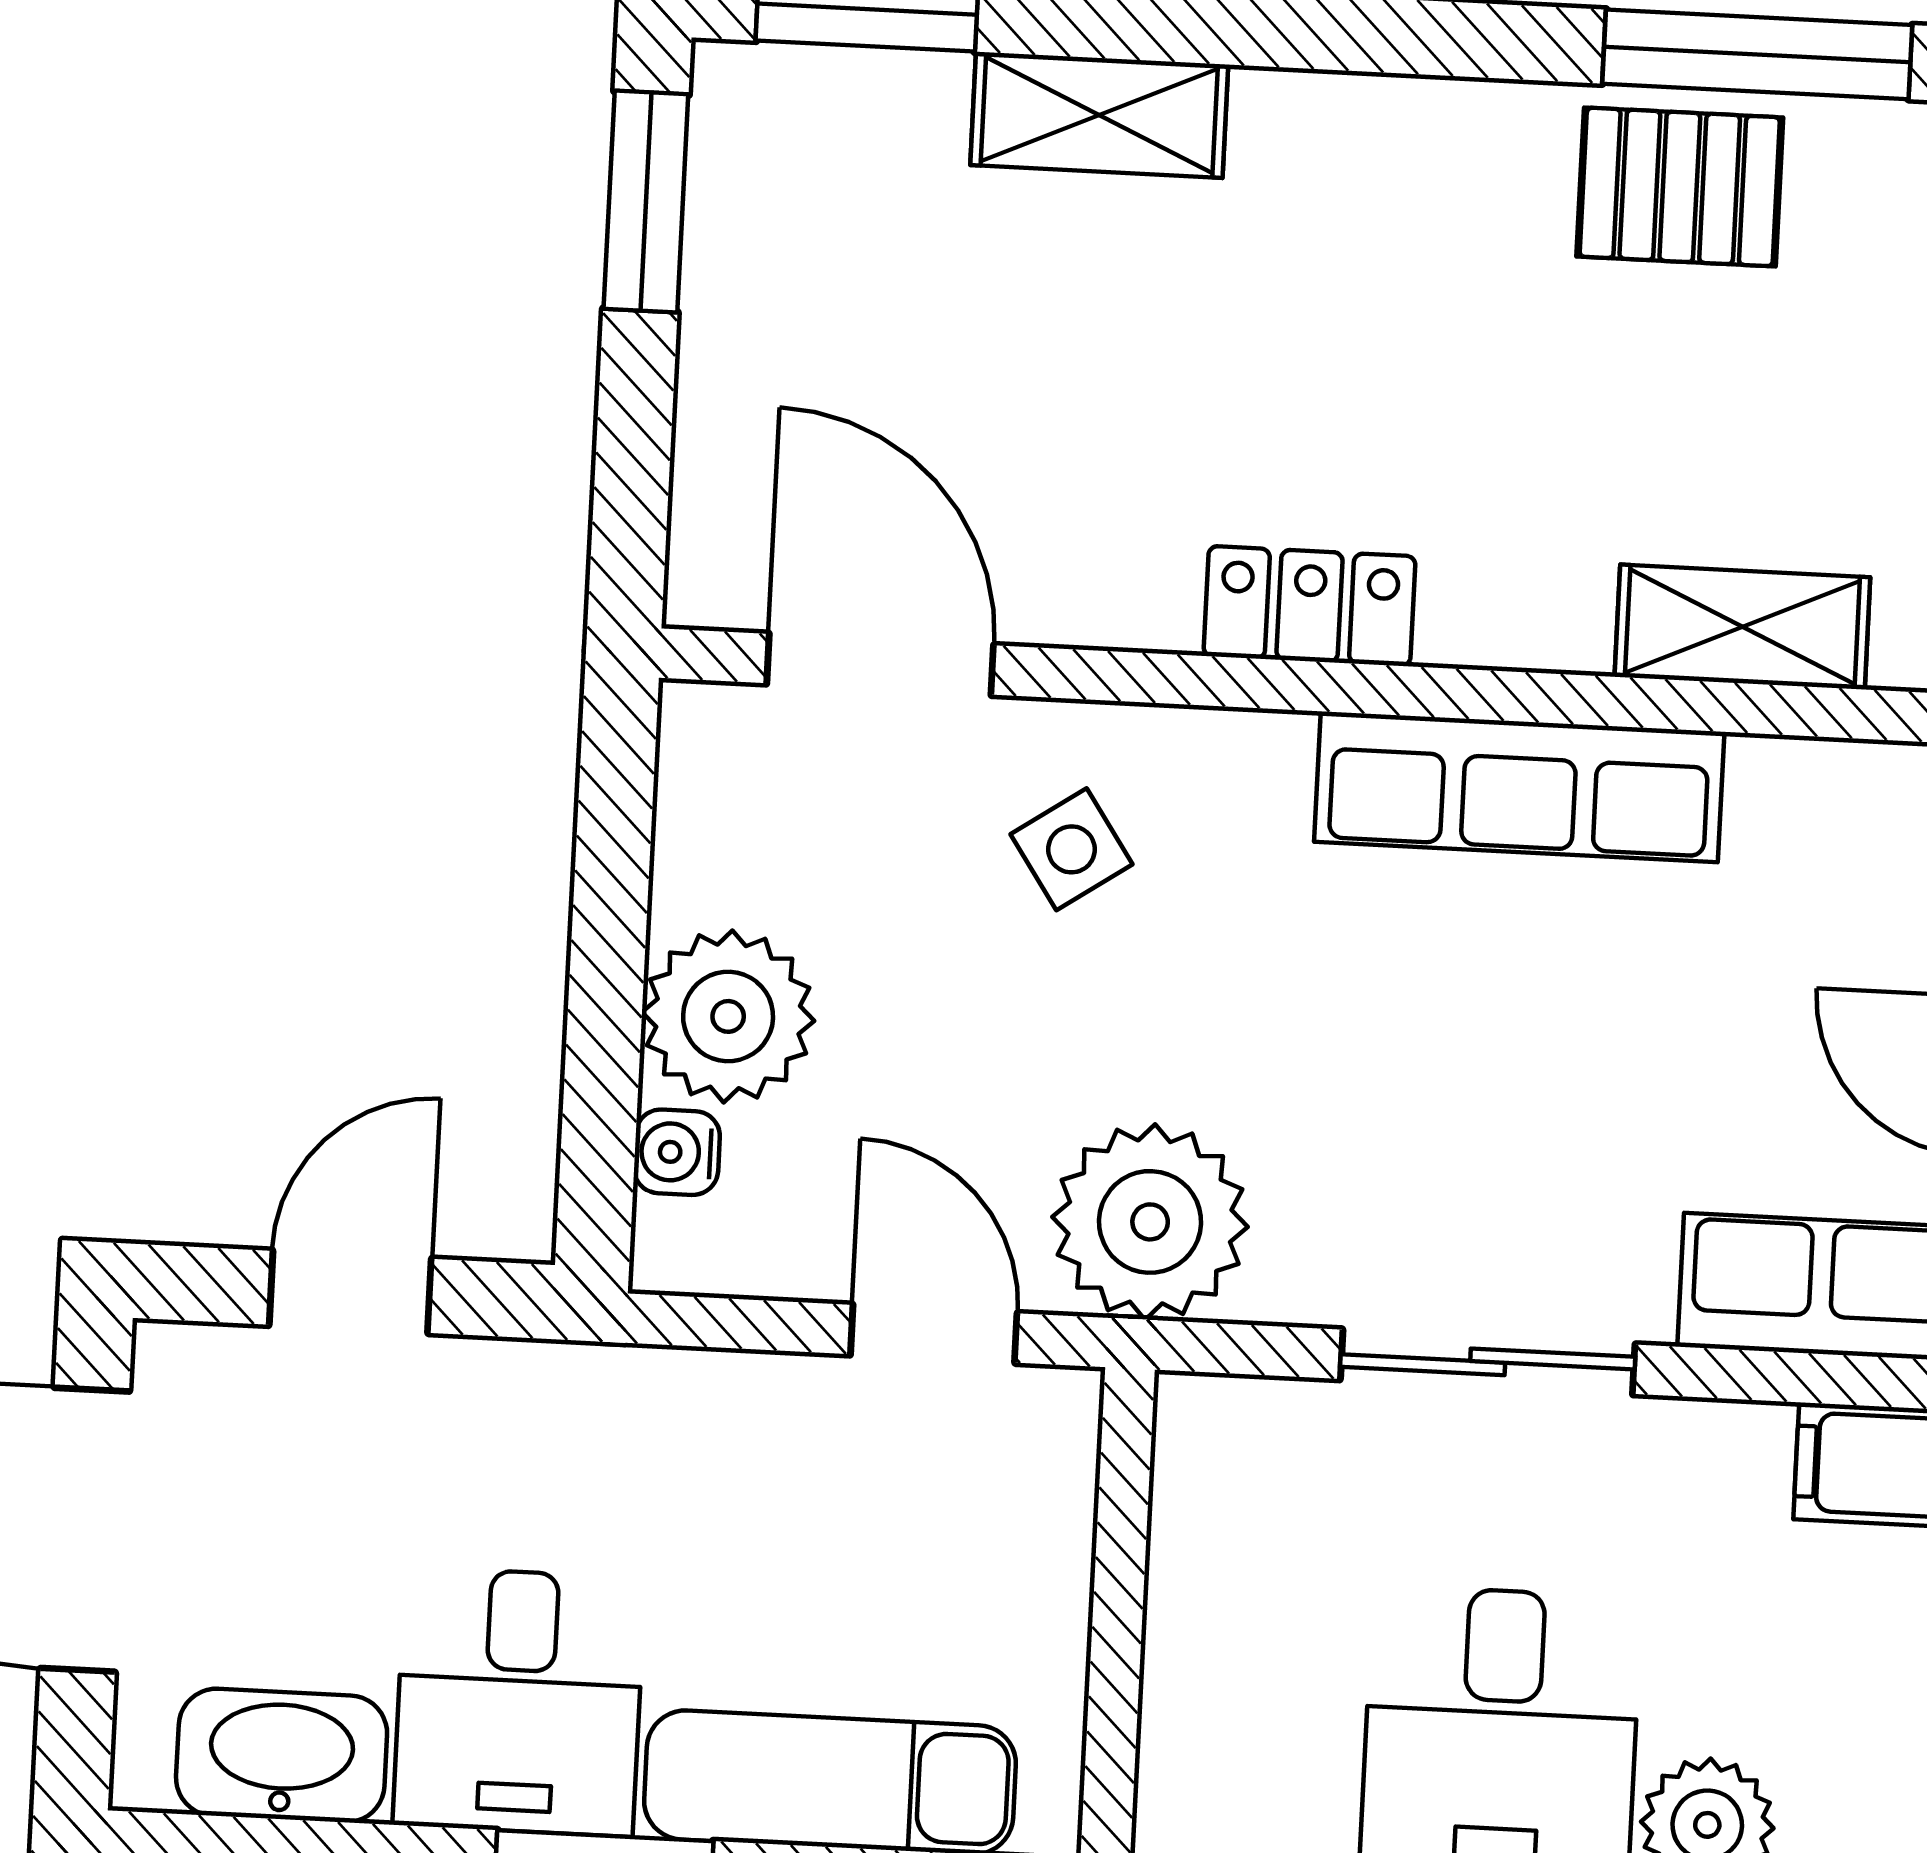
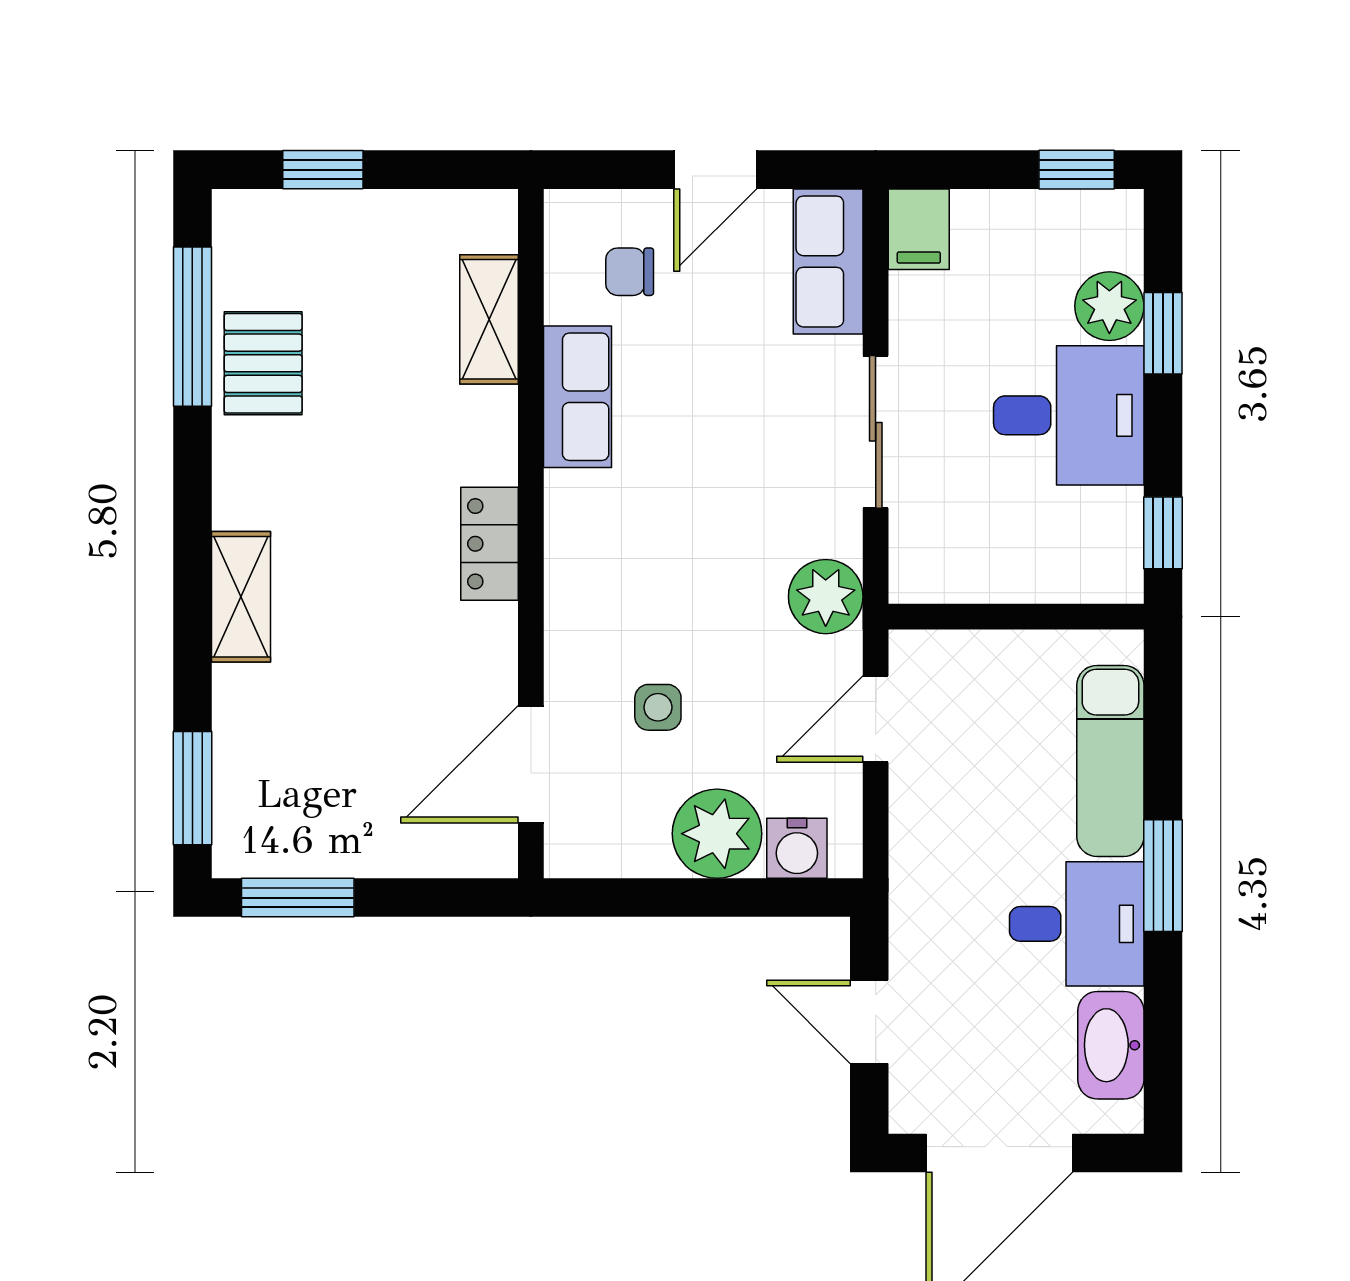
shelving: (1099, 115) -> (241, 597), moved
row of seats: (1519, 787) -> (578, 397), width x0.68
side table: (1072, 849) -> (658, 707), moved, turned 34
chair: (1821, 903) -> (630, 272), added
water cooler: (677, 1152) -> (797, 848), width x1.38, depth x1.38
plant: (1150, 1222) -> (826, 597), width x0.73, depth x0.73

